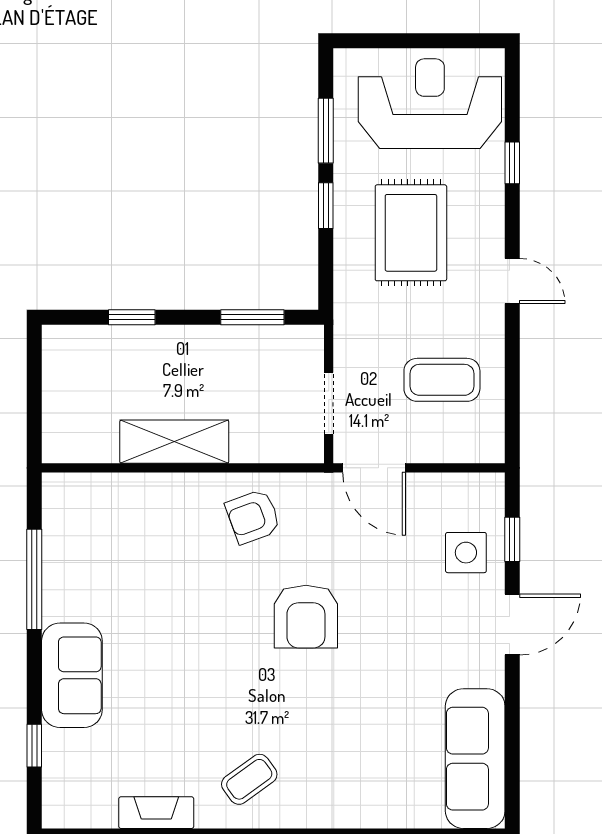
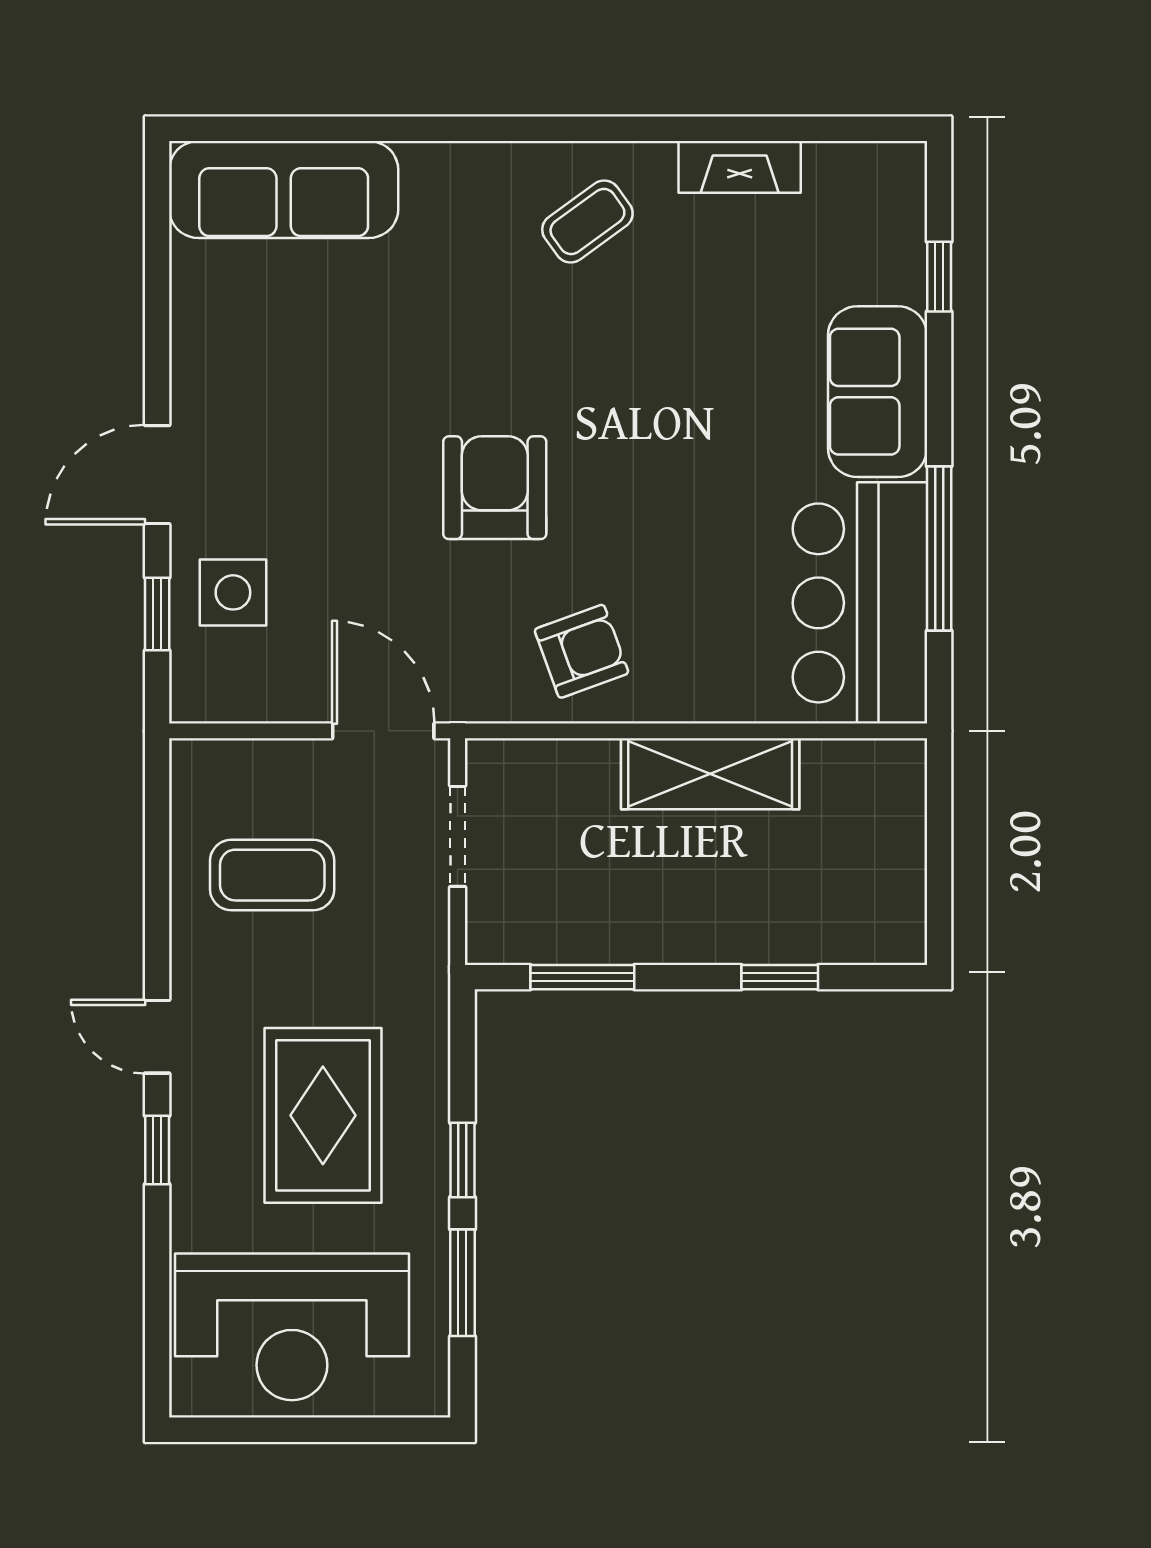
window: (512, 163) -> (157, 1150), moved
bar counter: (83, 546) -> (860, 603), added
sofa: (475, 759) -> (284, 190), moved, turned 90

